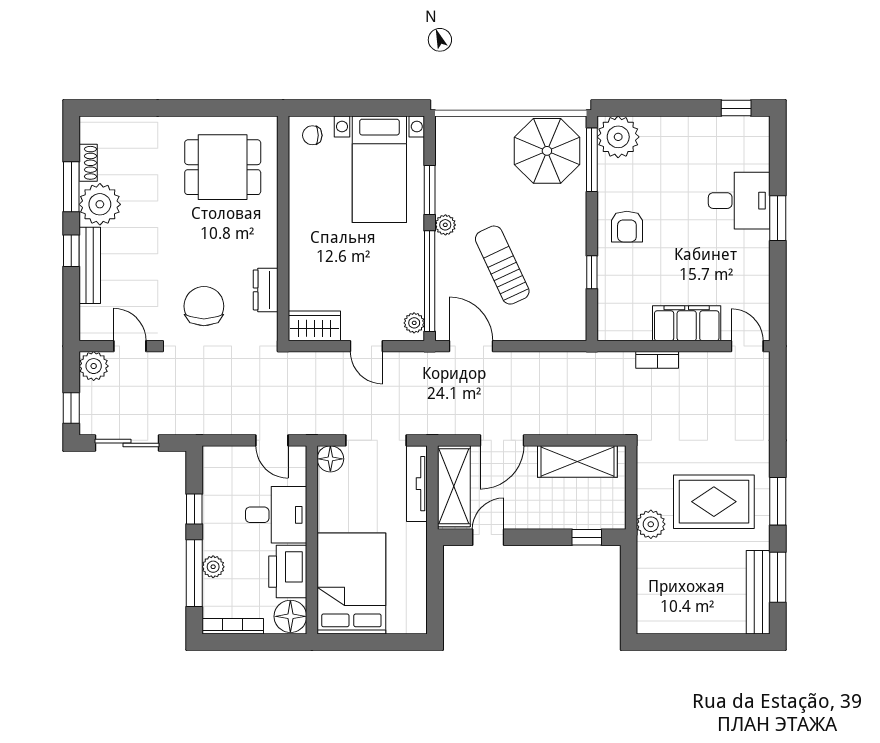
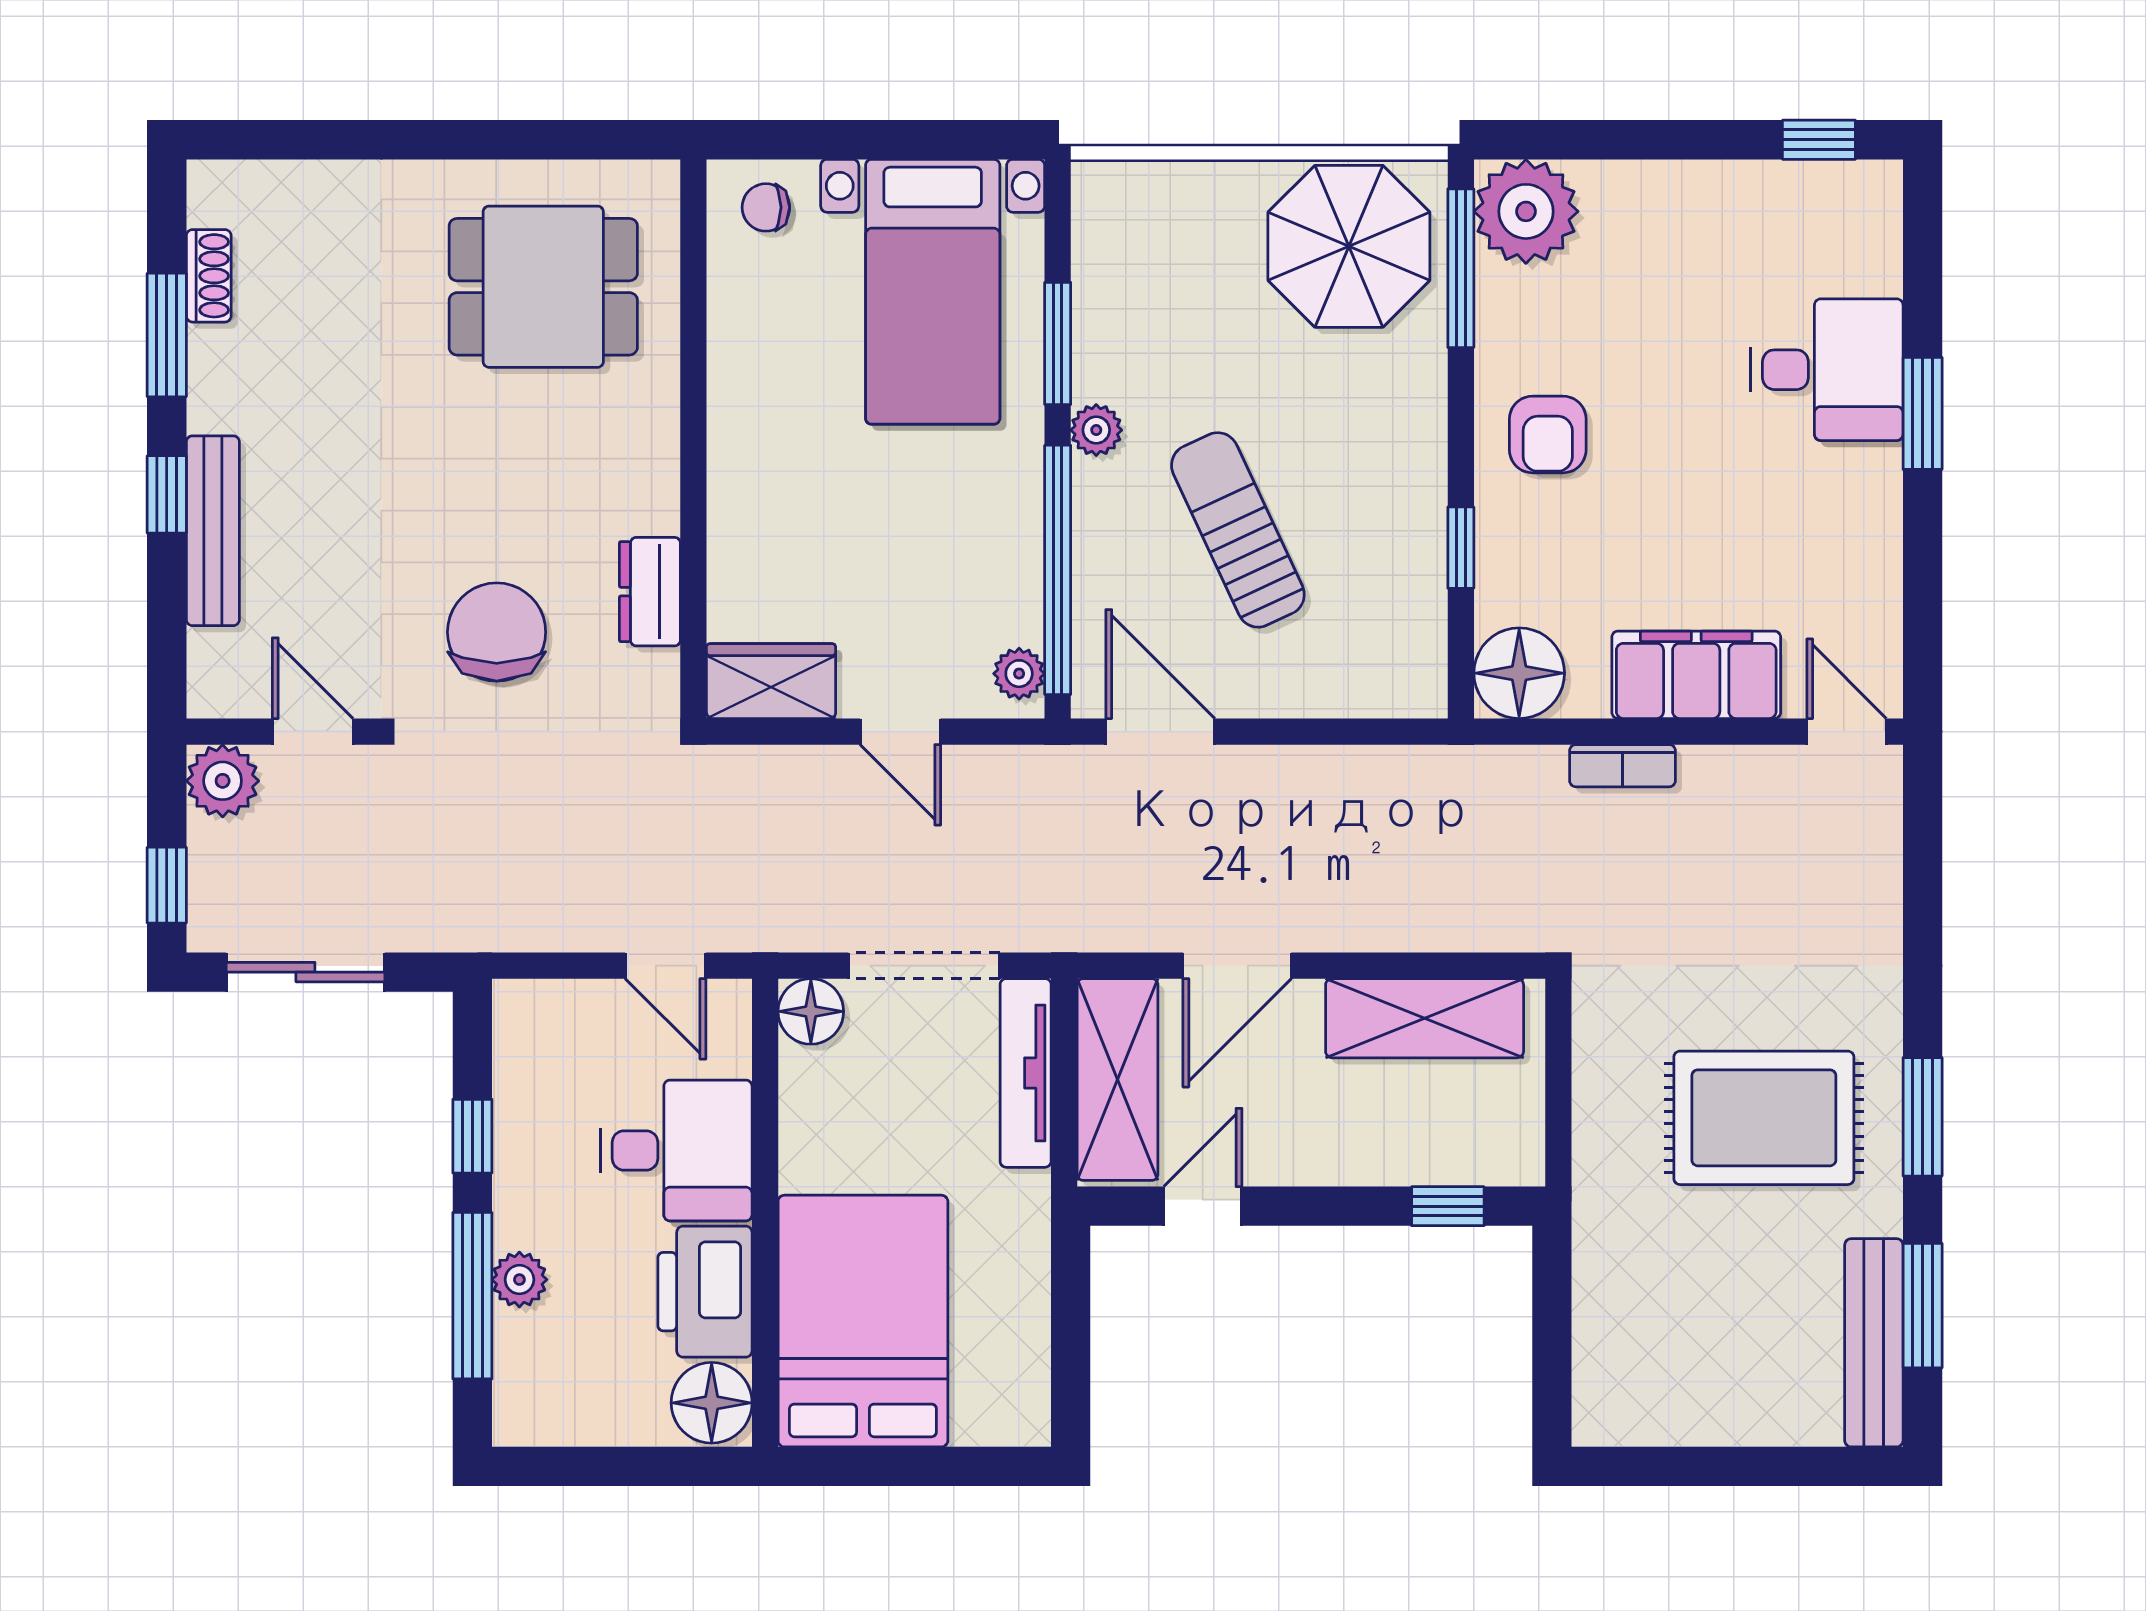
plant: (100, 204) -> (238, 379), removed
floor lamp: (615, 323) -> (1519, 673), added
plant: (651, 524) -> (1607, 1174), removed
bookcase: (233, 626) -> (568, 1427), removed

